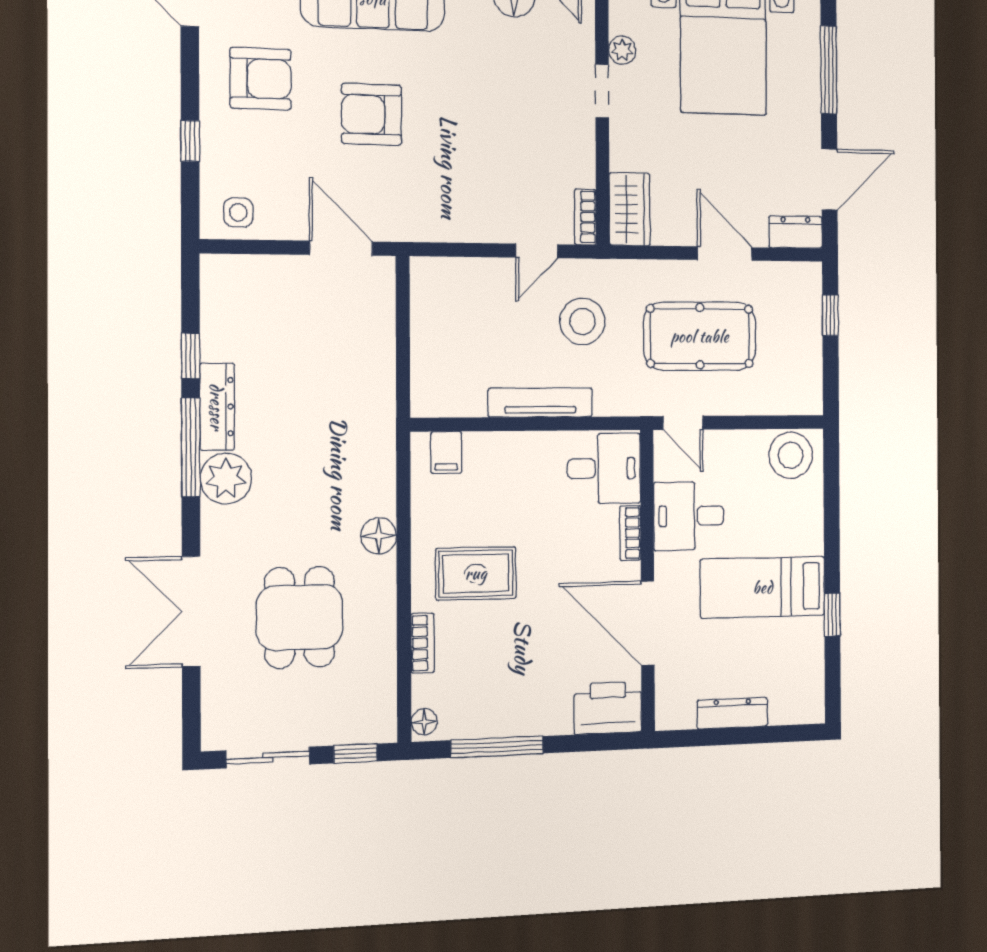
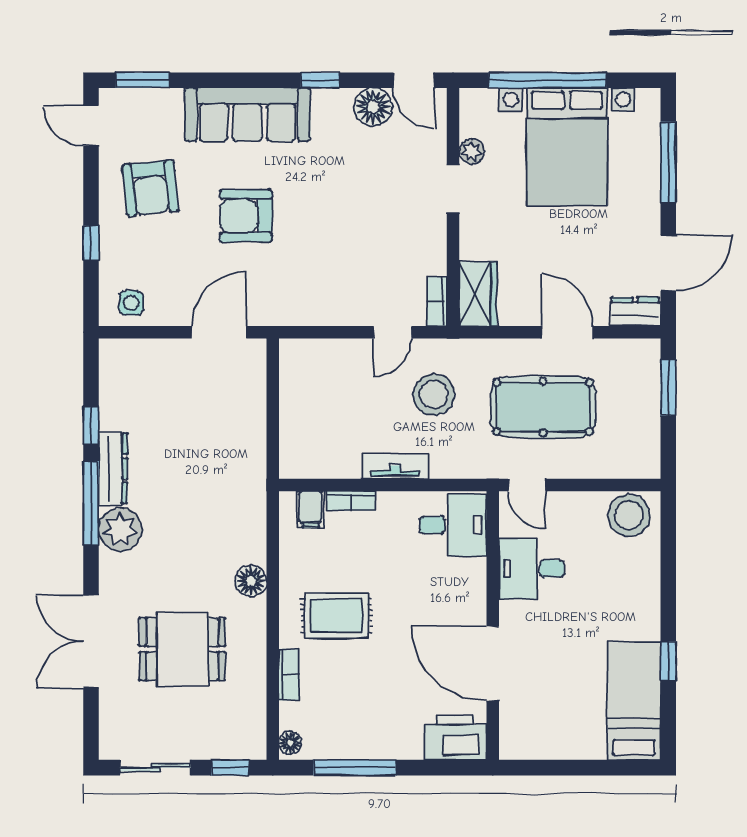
armchair: (261, 79) -> (150, 188), turned 84
door: (341, 248) -> (219, 332), hinge flipped
window: (830, 315) -> (668, 387), width x1.50
tv unit: (540, 403) -> (395, 466), width x0.71
bookcase: (630, 533) -> (351, 501), moved, turned -90
bed: (763, 587) -> (634, 701), moved, turned 90
dining table: (300, 617) -> (182, 649), turned 90
dresser: (732, 713) -> (572, 747), removed

